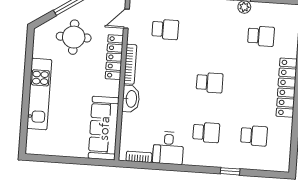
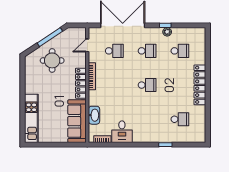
locker: (114, 57) -> (81, 83), moved
kitchen unit: (39, 94) -> (31, 118), moved
washbasin: (131, 99) -> (94, 115), moved
school desk: (206, 132) -> (147, 51), moved

